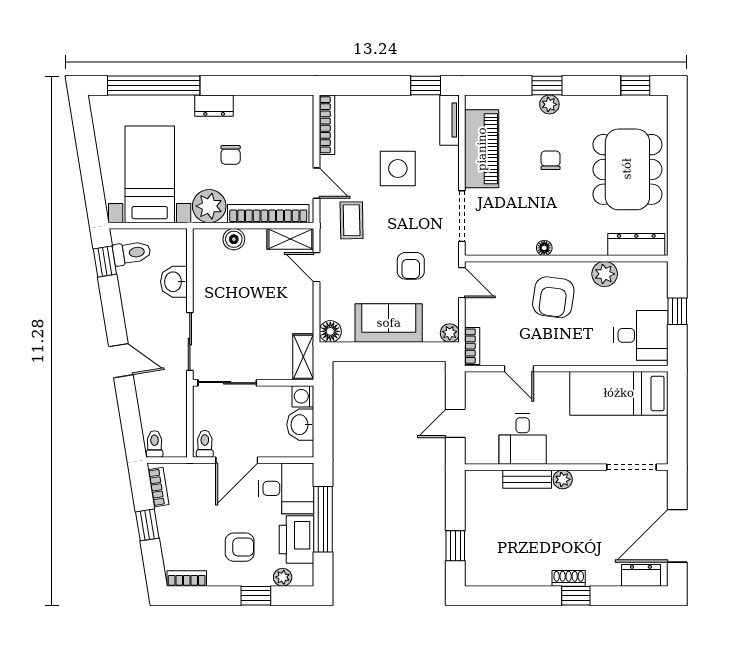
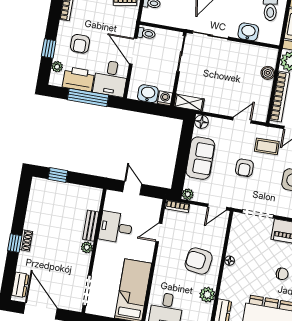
shelving: (290, 239) -> (262, 107), removed
armchair: (411, 266) -> (244, 168), moved, turned -90

